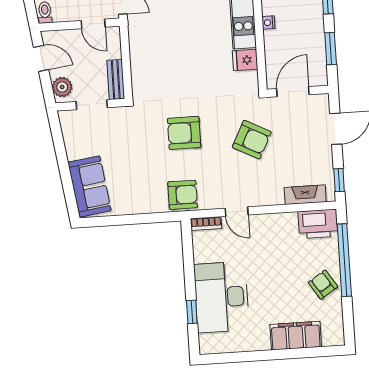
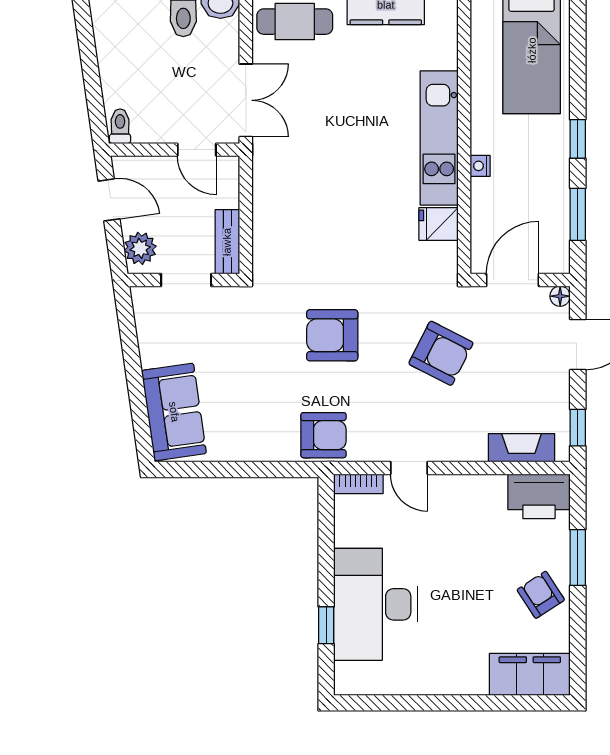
floor lamp: (323, 100) -> (560, 296), added
window: (344, 260) -> (578, 557), width x0.47
filing cabinet: (296, 336) -> (530, 674), moved

